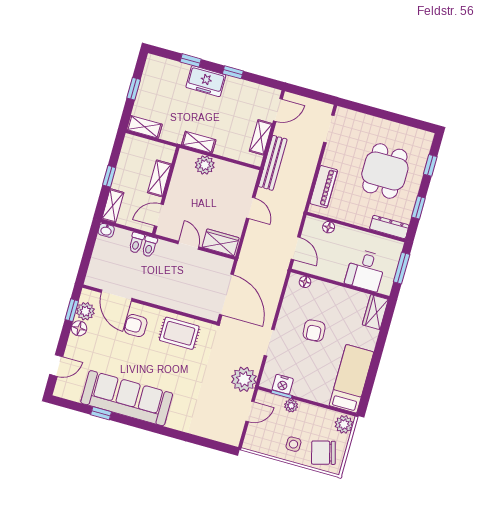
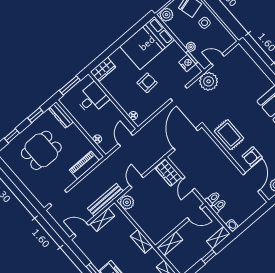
plant: (205, 165) -> (127, 202), moved
shelving: (159, 178) -> (170, 244), moved
armchair: (136, 326) -> (252, 157), turned 90
bed: (351, 379) -> (147, 43), width x1.50

